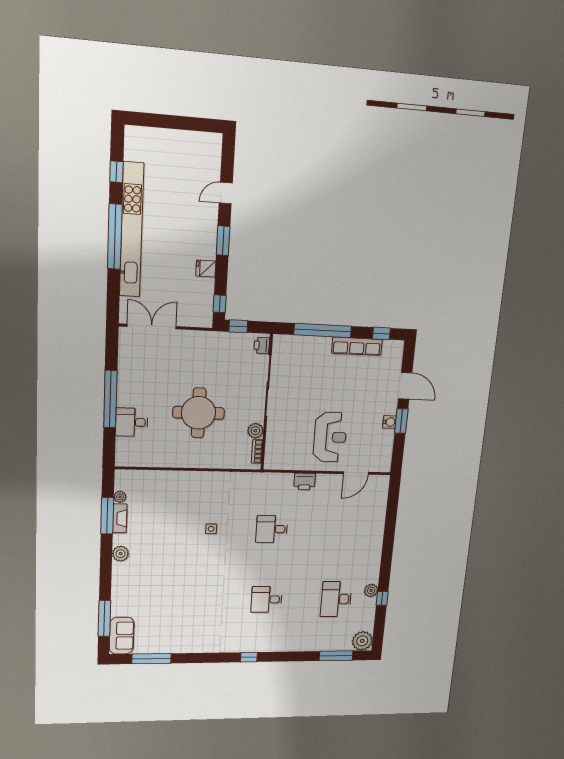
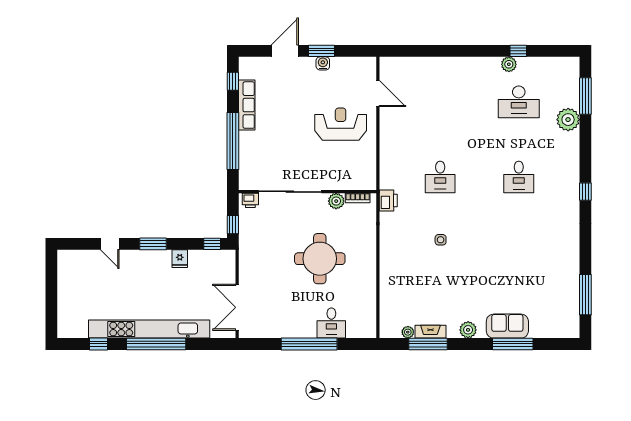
printer: (305, 481) -> (388, 201), moved
window: (104, 618) -> (513, 344), moved
sofa: (122, 636) -> (507, 326), moved
plant: (362, 641) -> (568, 120), moved

